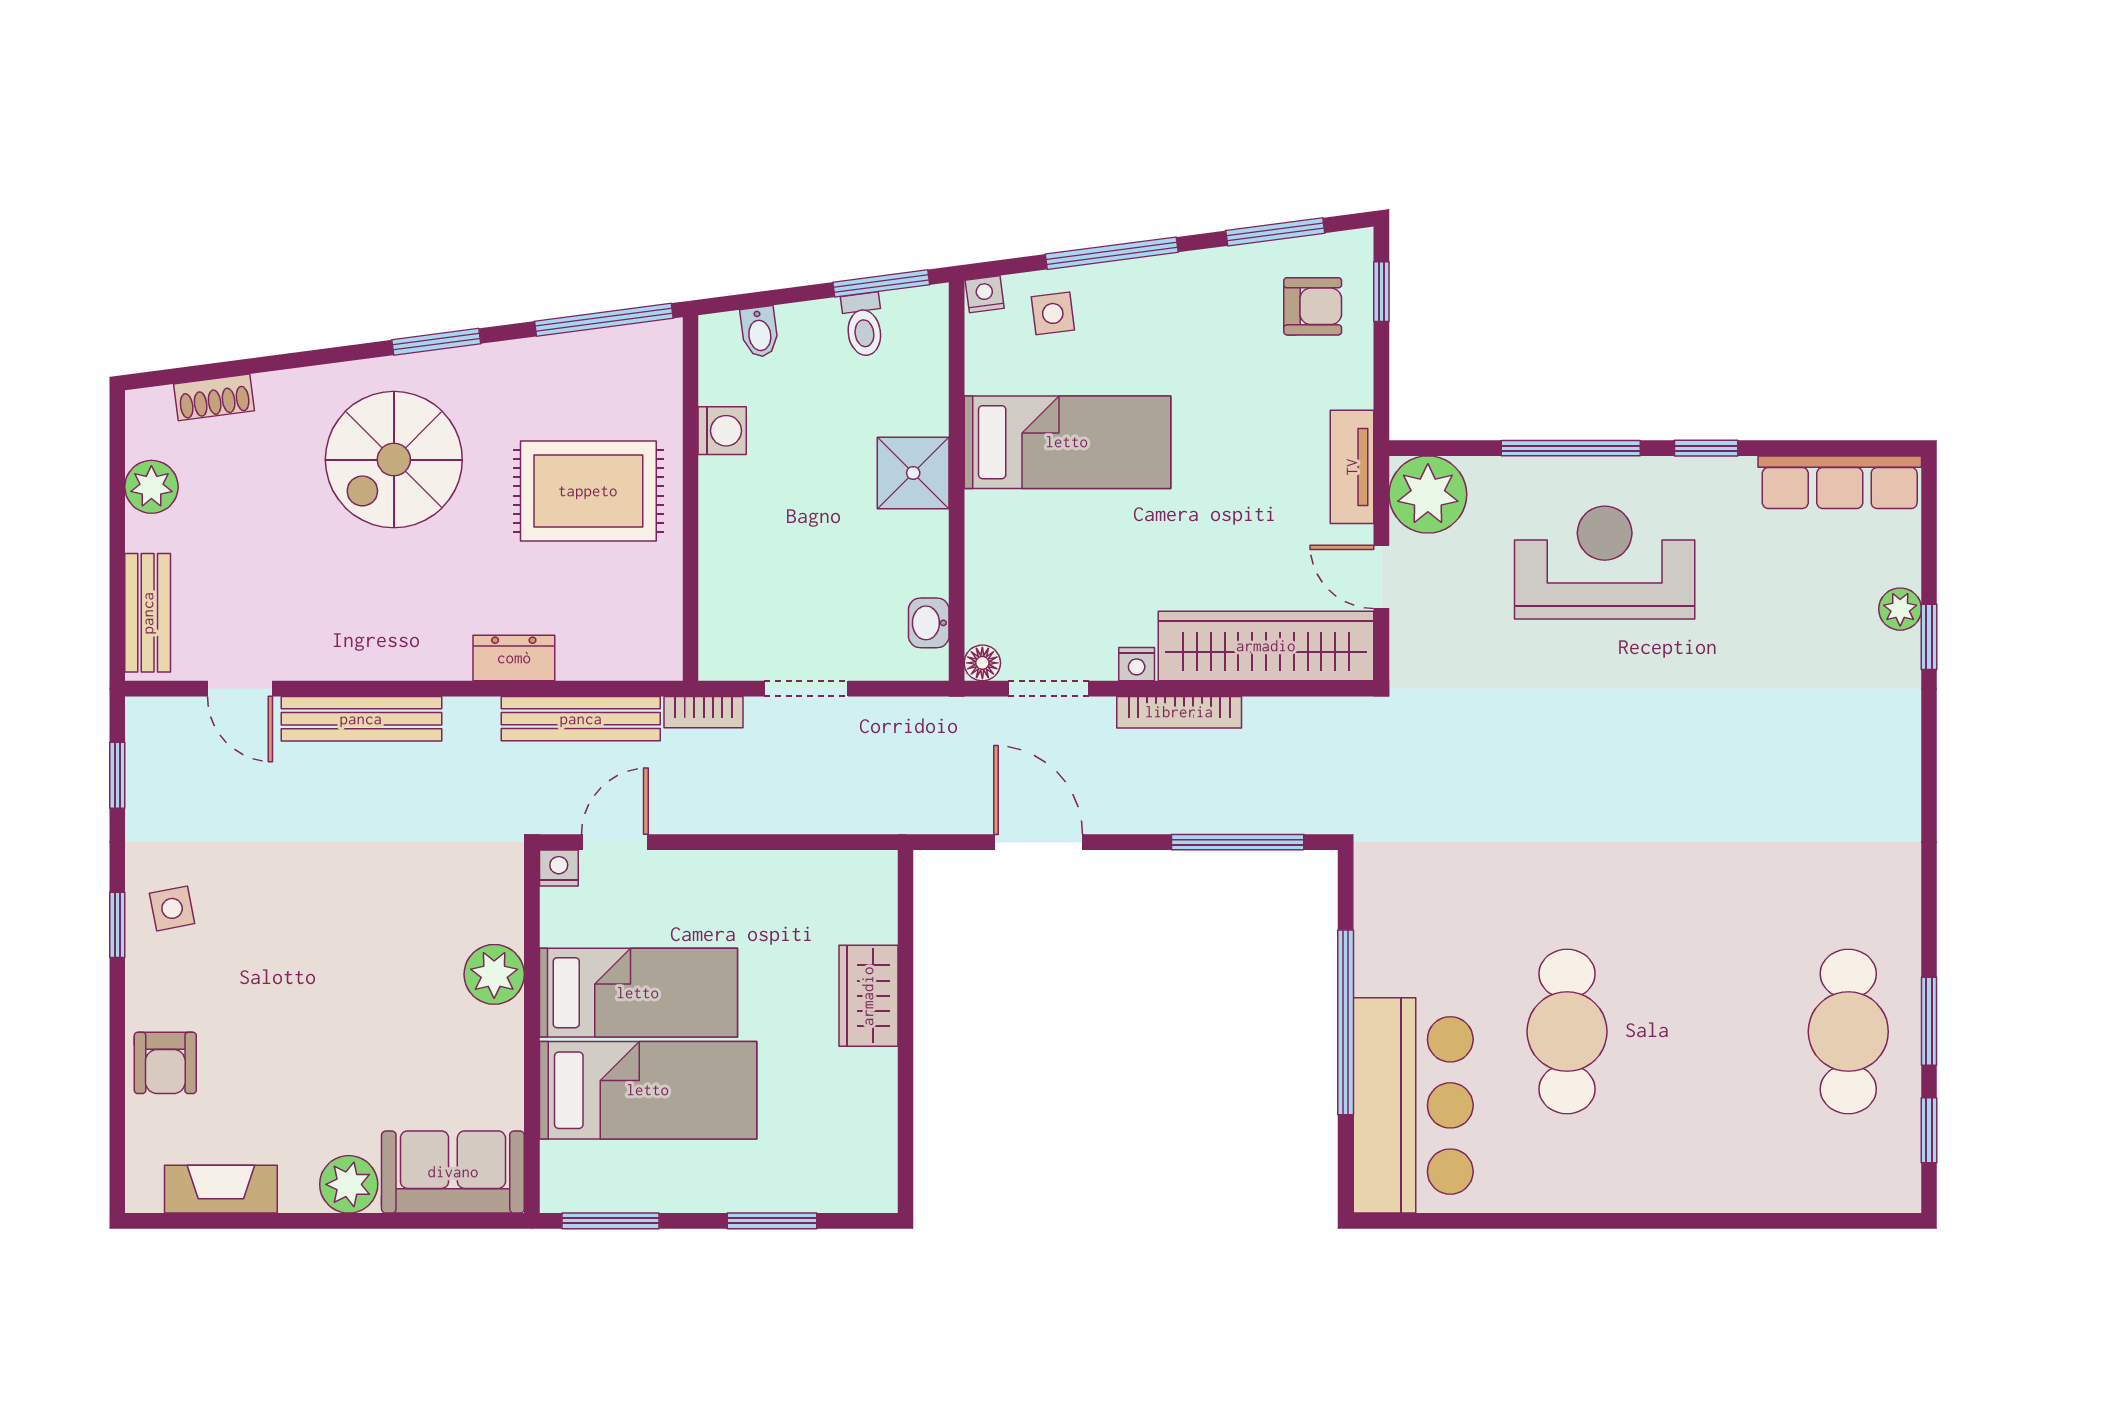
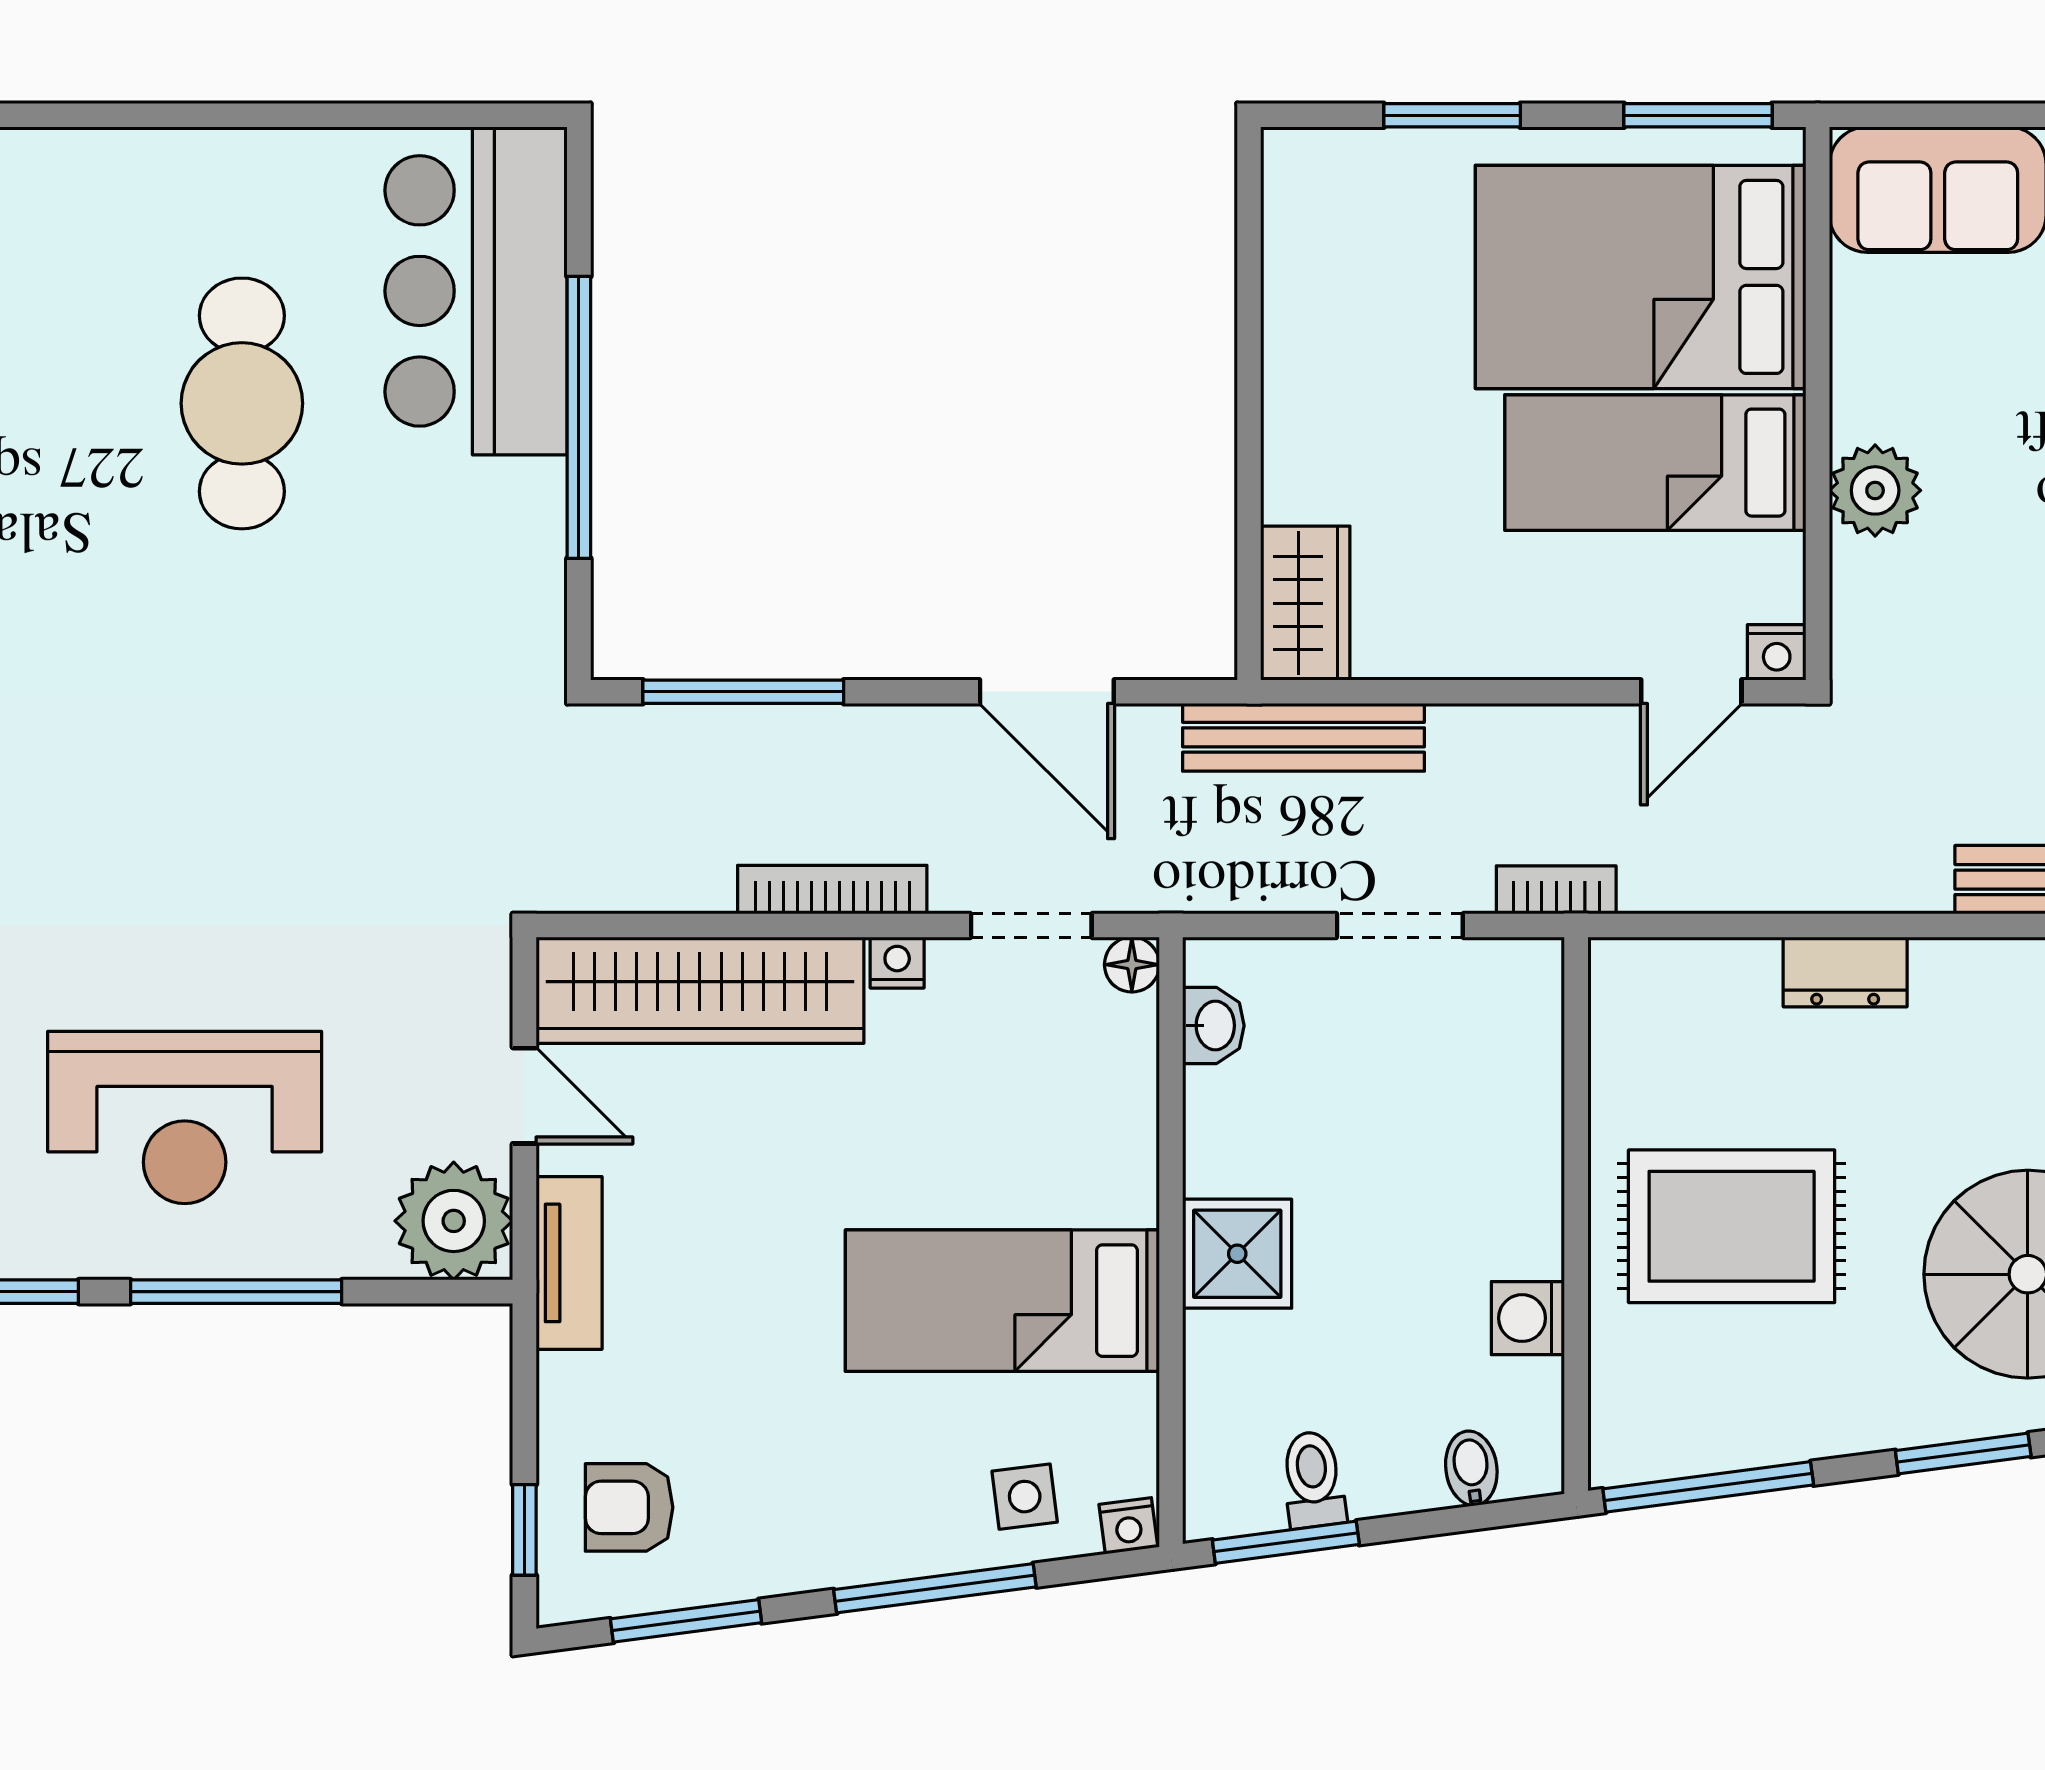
bench: (581, 719) -> (1303, 737), moved
wardrobe: (868, 996) -> (1305, 603), moved
bed: (648, 1090) -> (1641, 277), width x1.50

